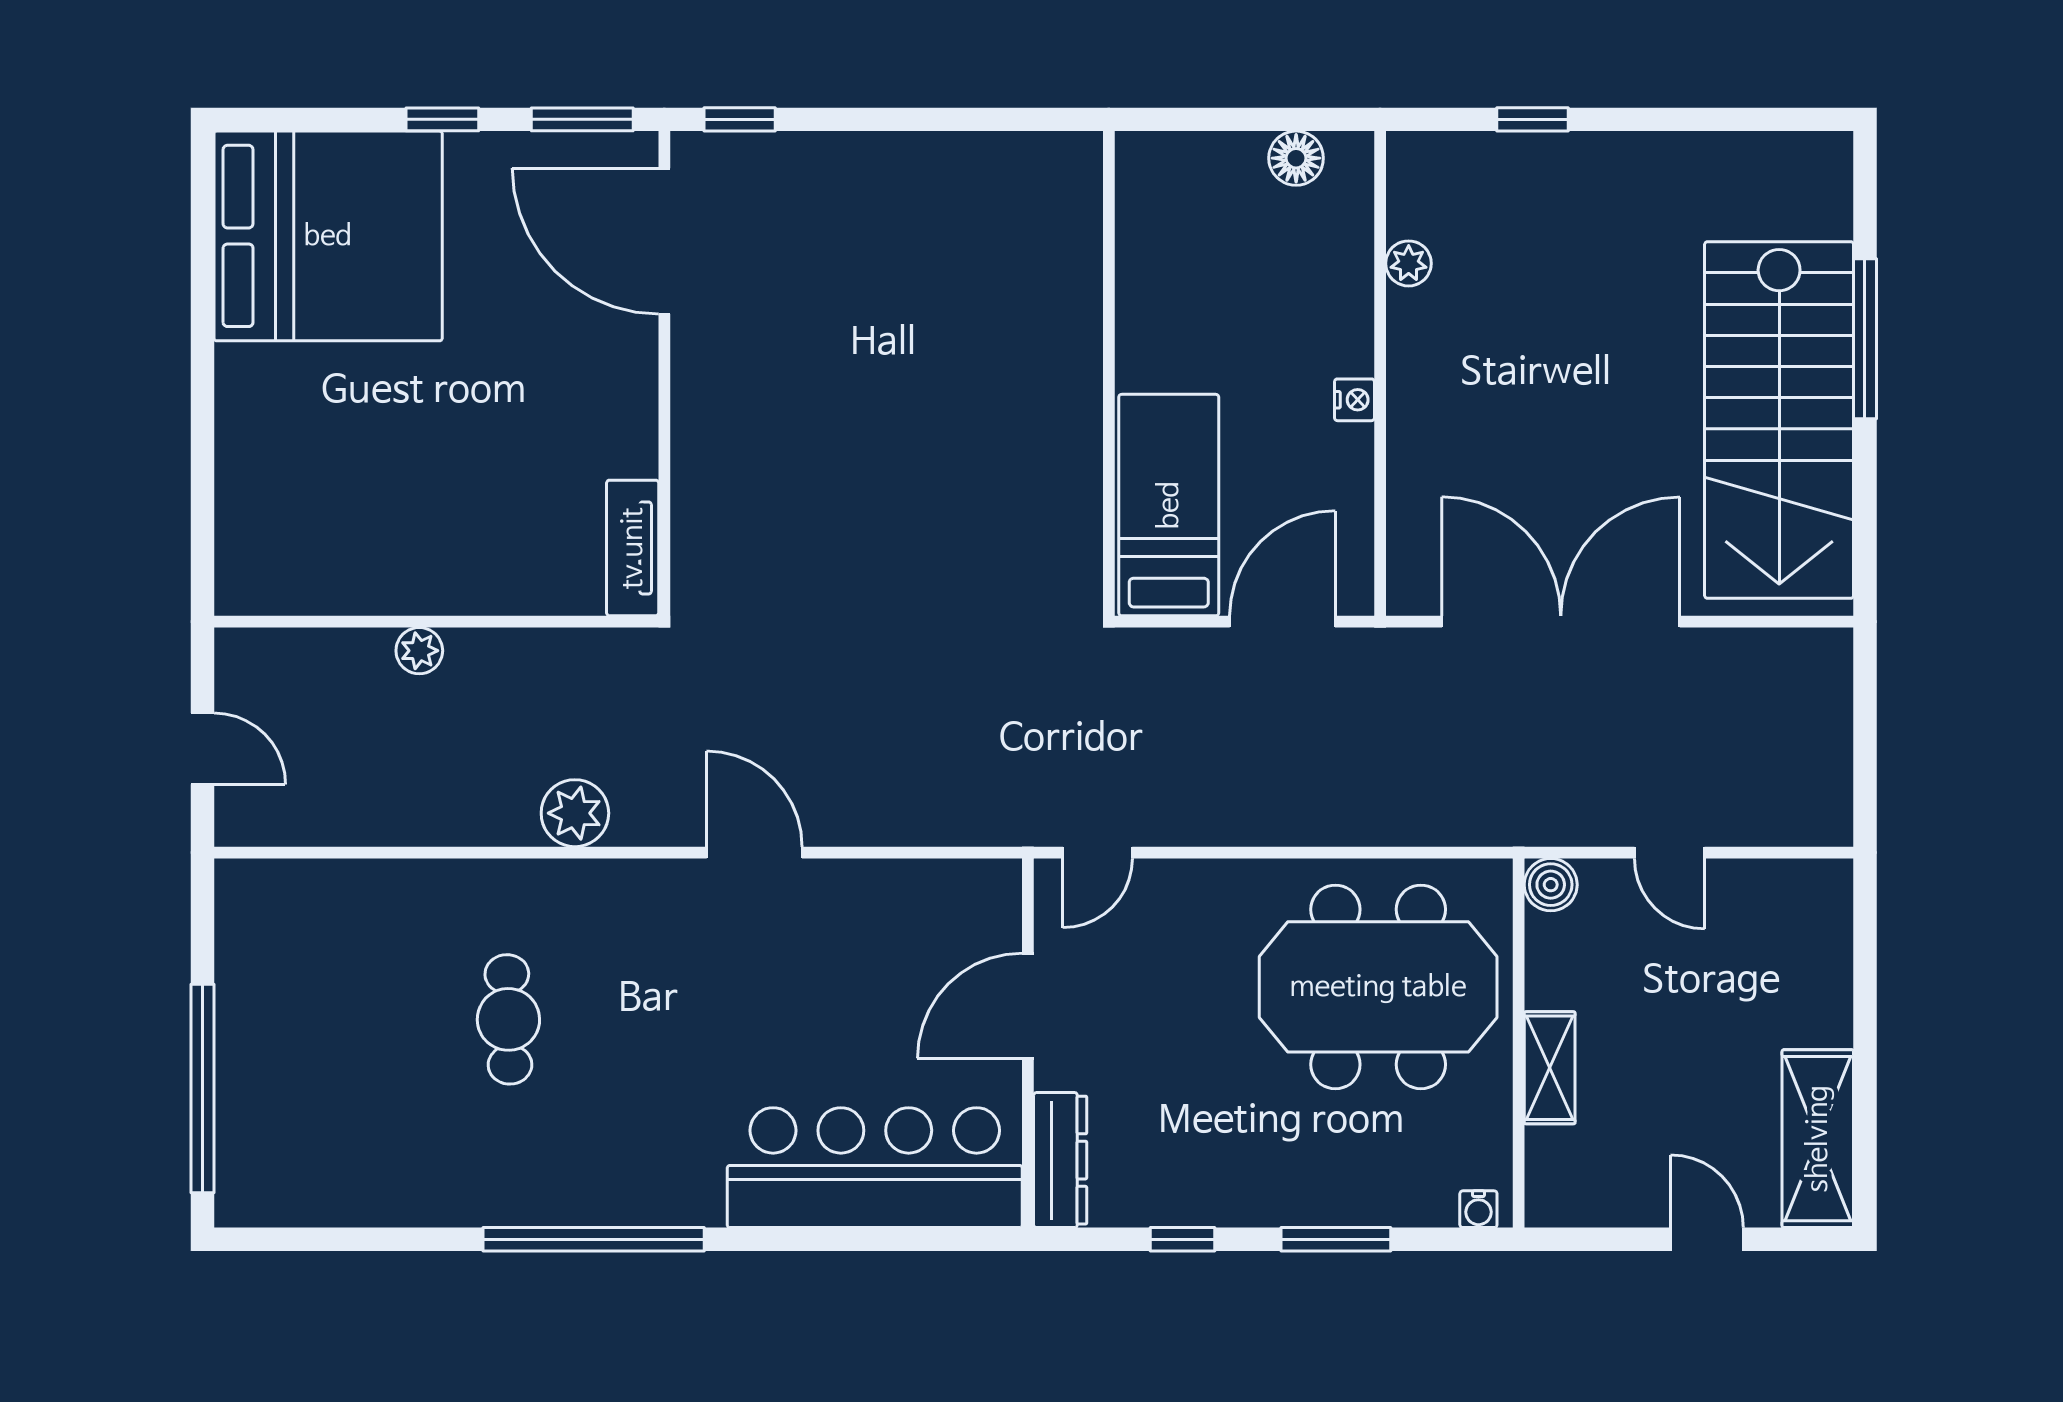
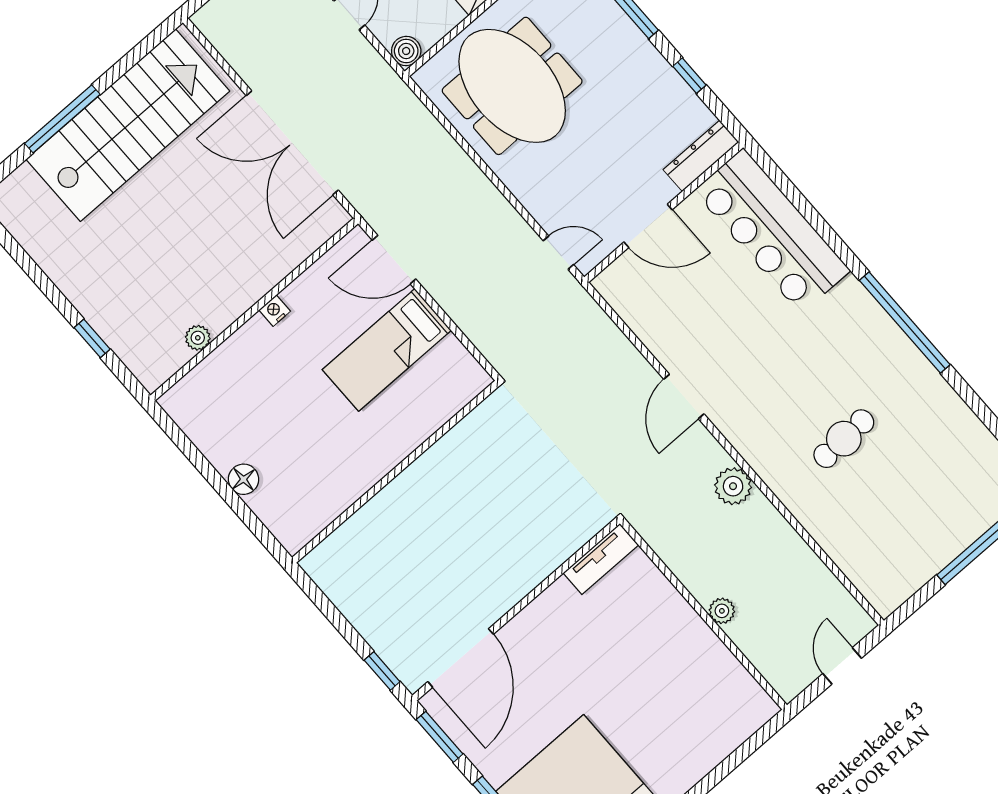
floor lamp: (1296, 158) -> (244, 479), moved
wall: (1109, 373) -> (396, 472), moved

